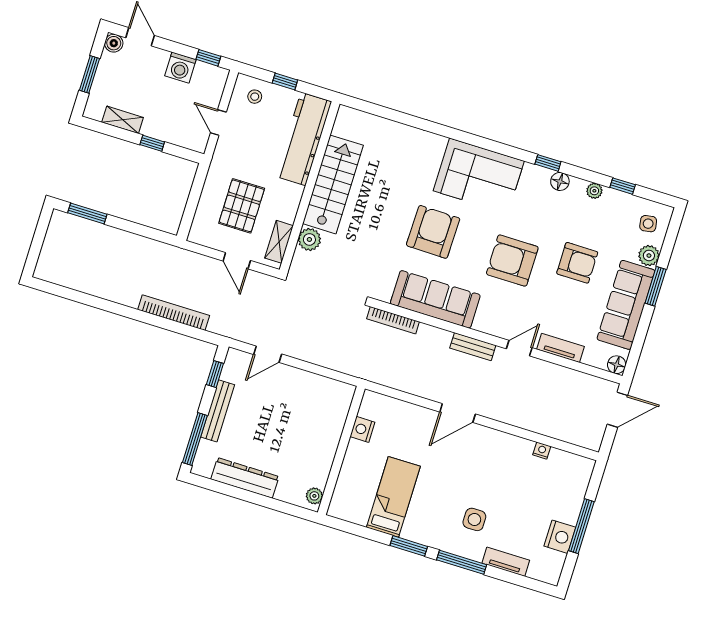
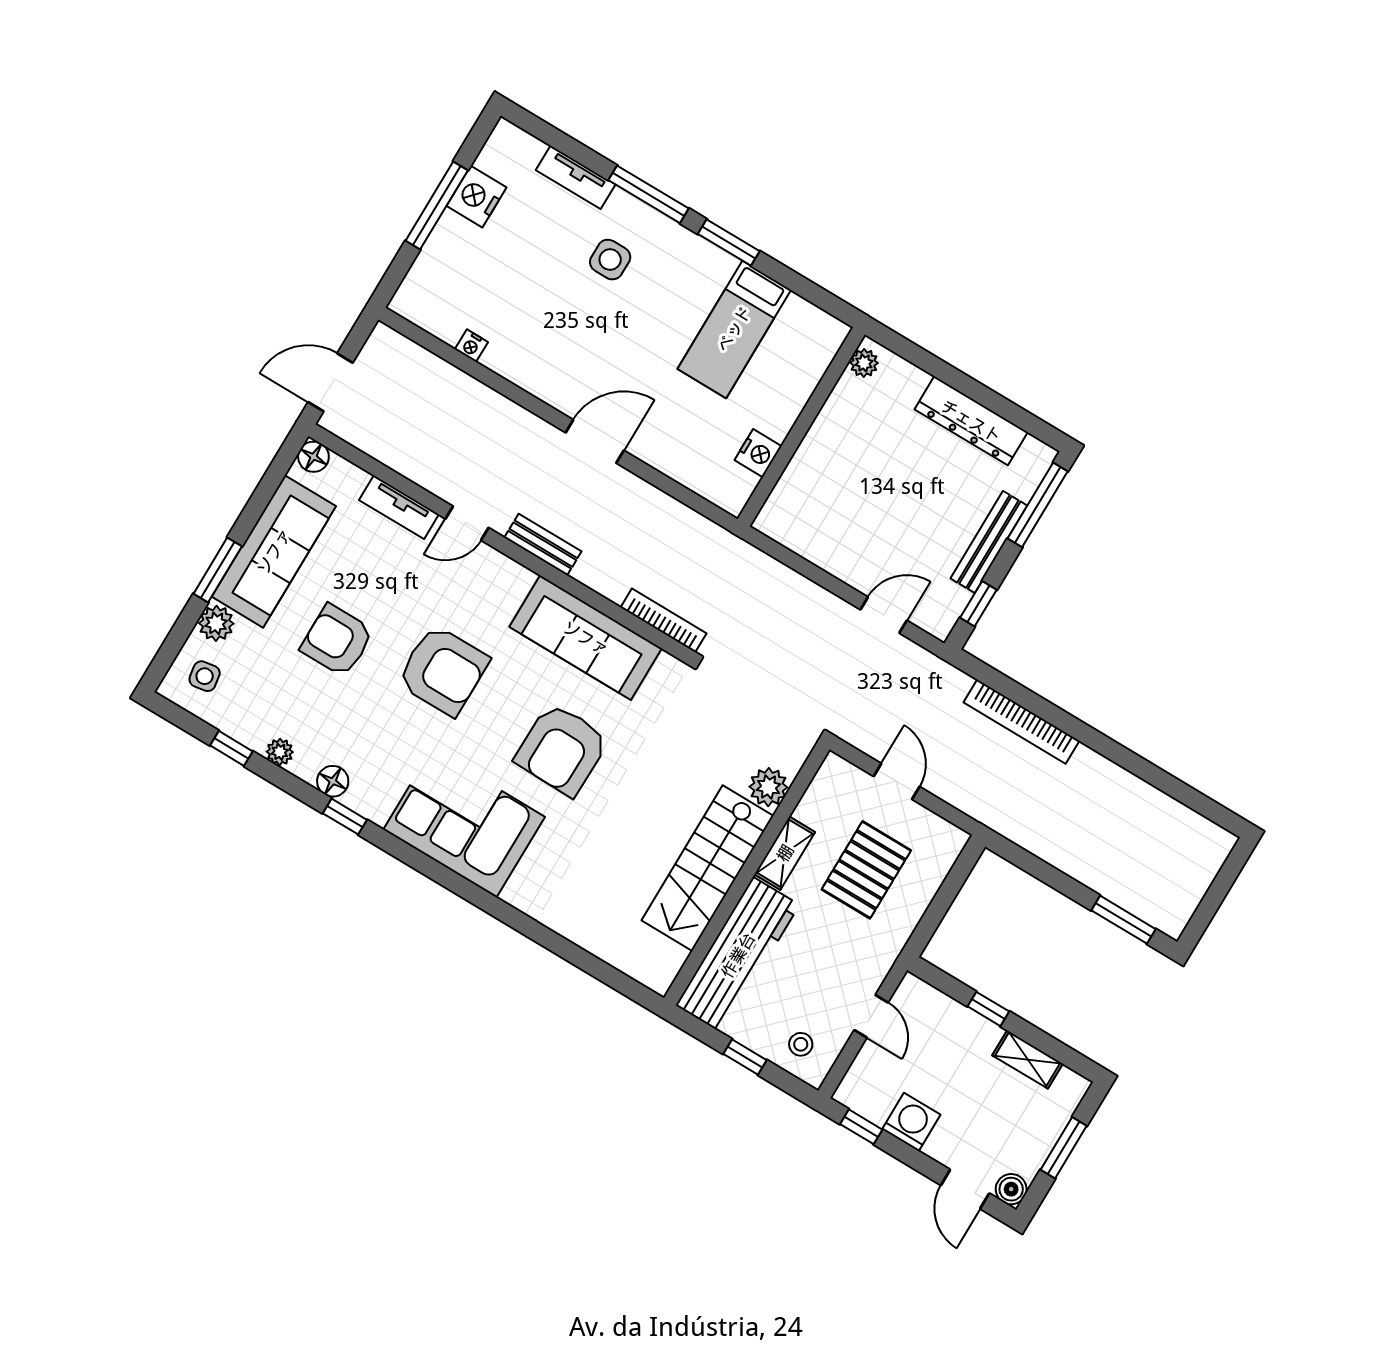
shelving: (279, 242) -> (785, 853), moved

